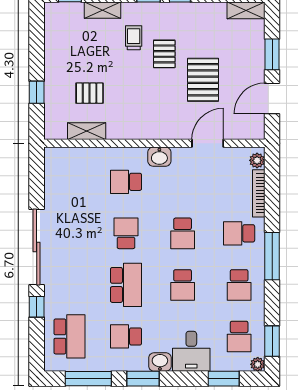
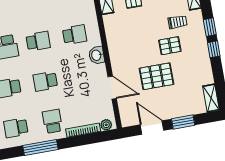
school desk: (126, 182) -> (75, 35), turned 90

